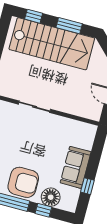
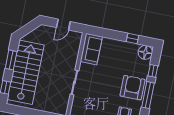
sofa: (76, 167) -> (91, 49), moved, turned -90
floor lamp: (51, 197) -> (145, 52), moved

